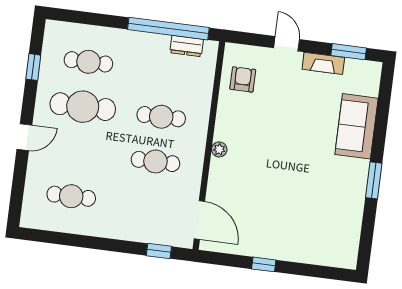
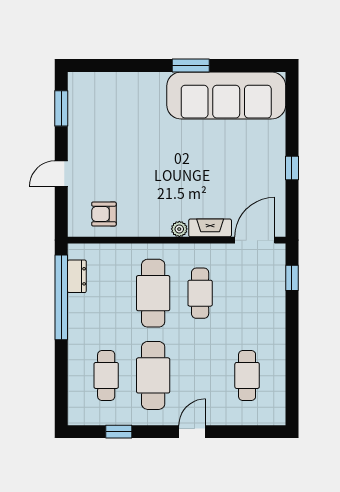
fireplace: (323, 63) -> (210, 228), moved, turned -90
cafe table: (161, 117) -> (153, 293), width x1.37, depth x1.35
sofa: (357, 126) -> (226, 96), moved, width x1.85, depth x1.27
door: (24, 137) -> (192, 432), hinge flipped

